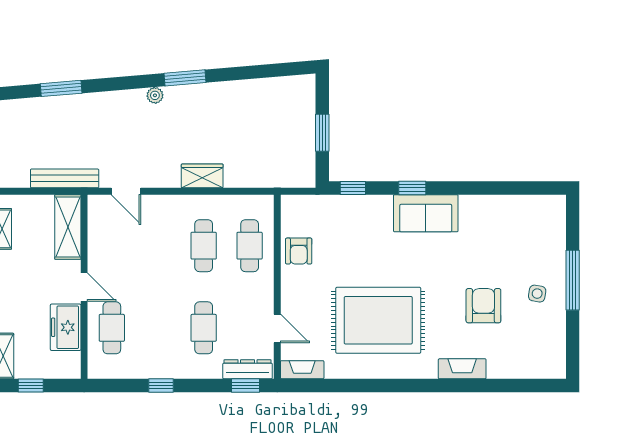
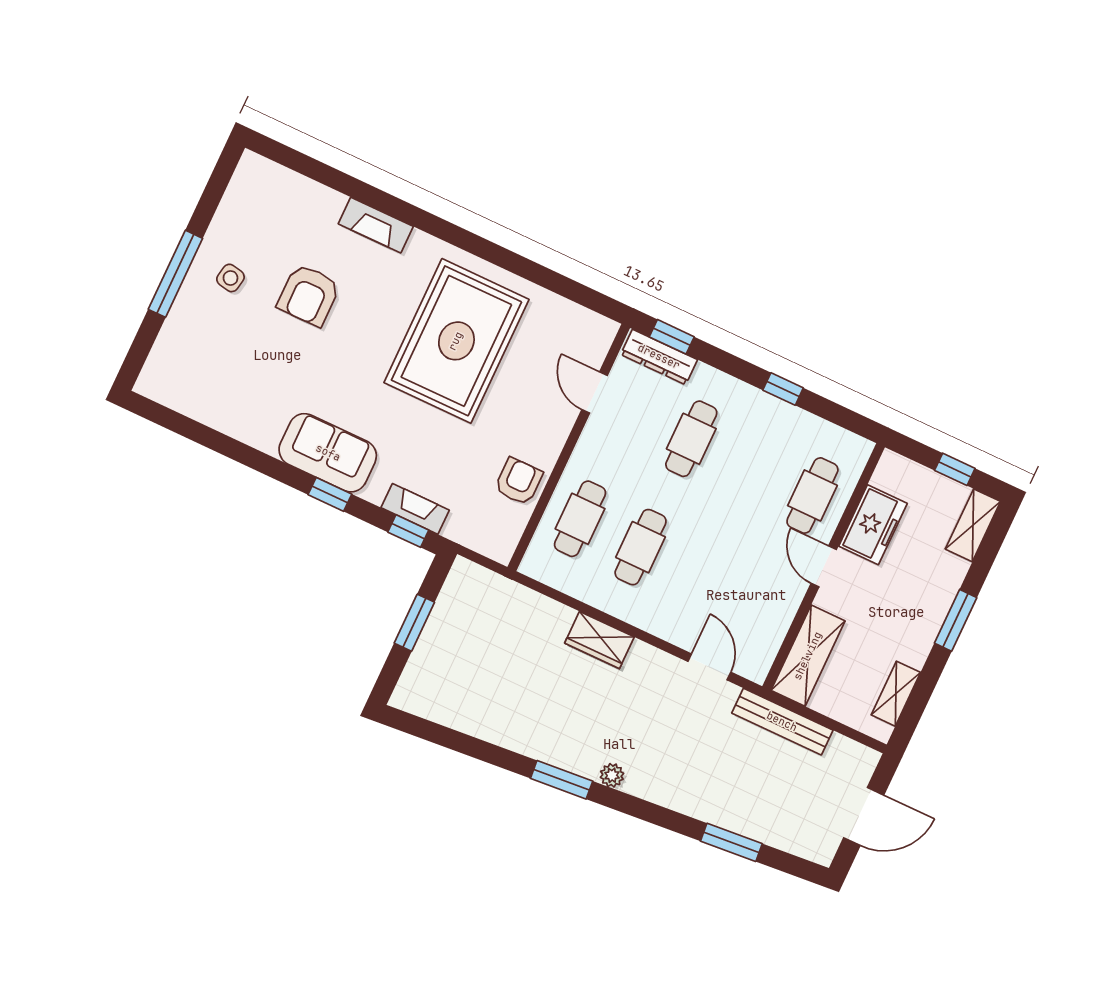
rug: (378, 320) -> (456, 341), turned 90
fireplace: (302, 370) -> (415, 509), moved, turned 180

